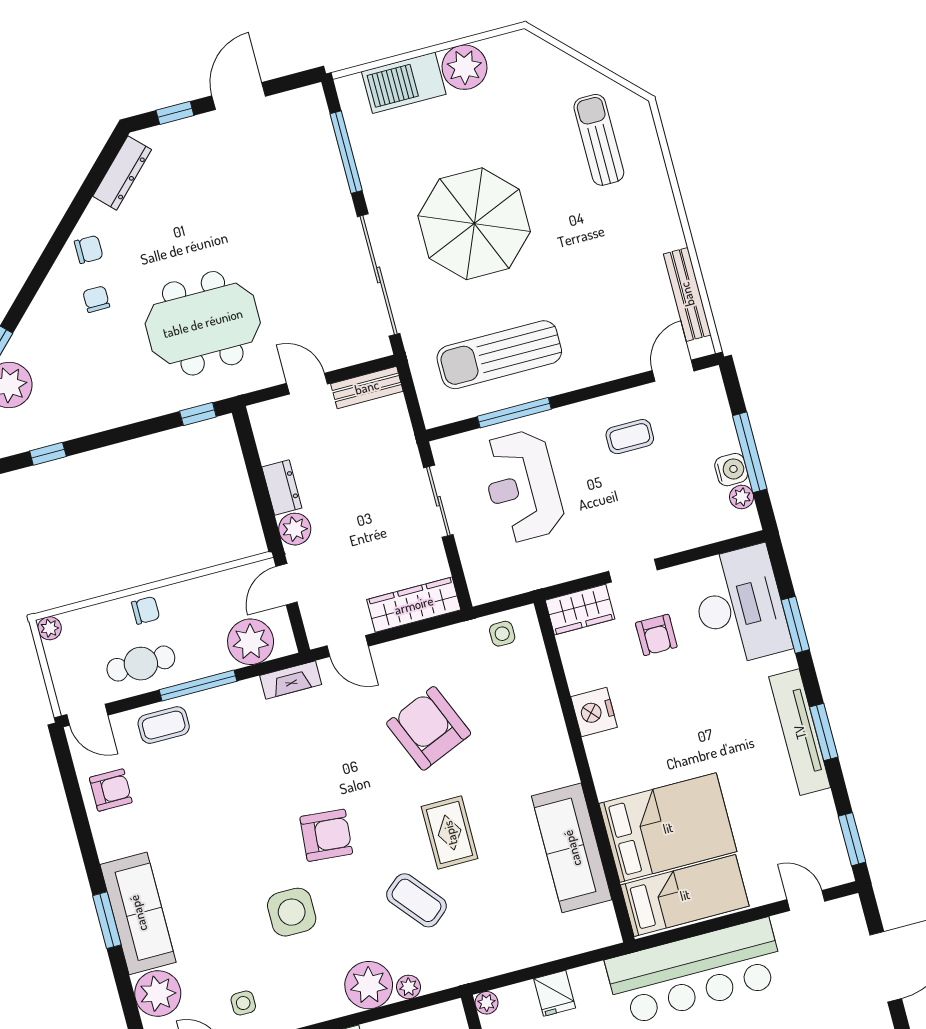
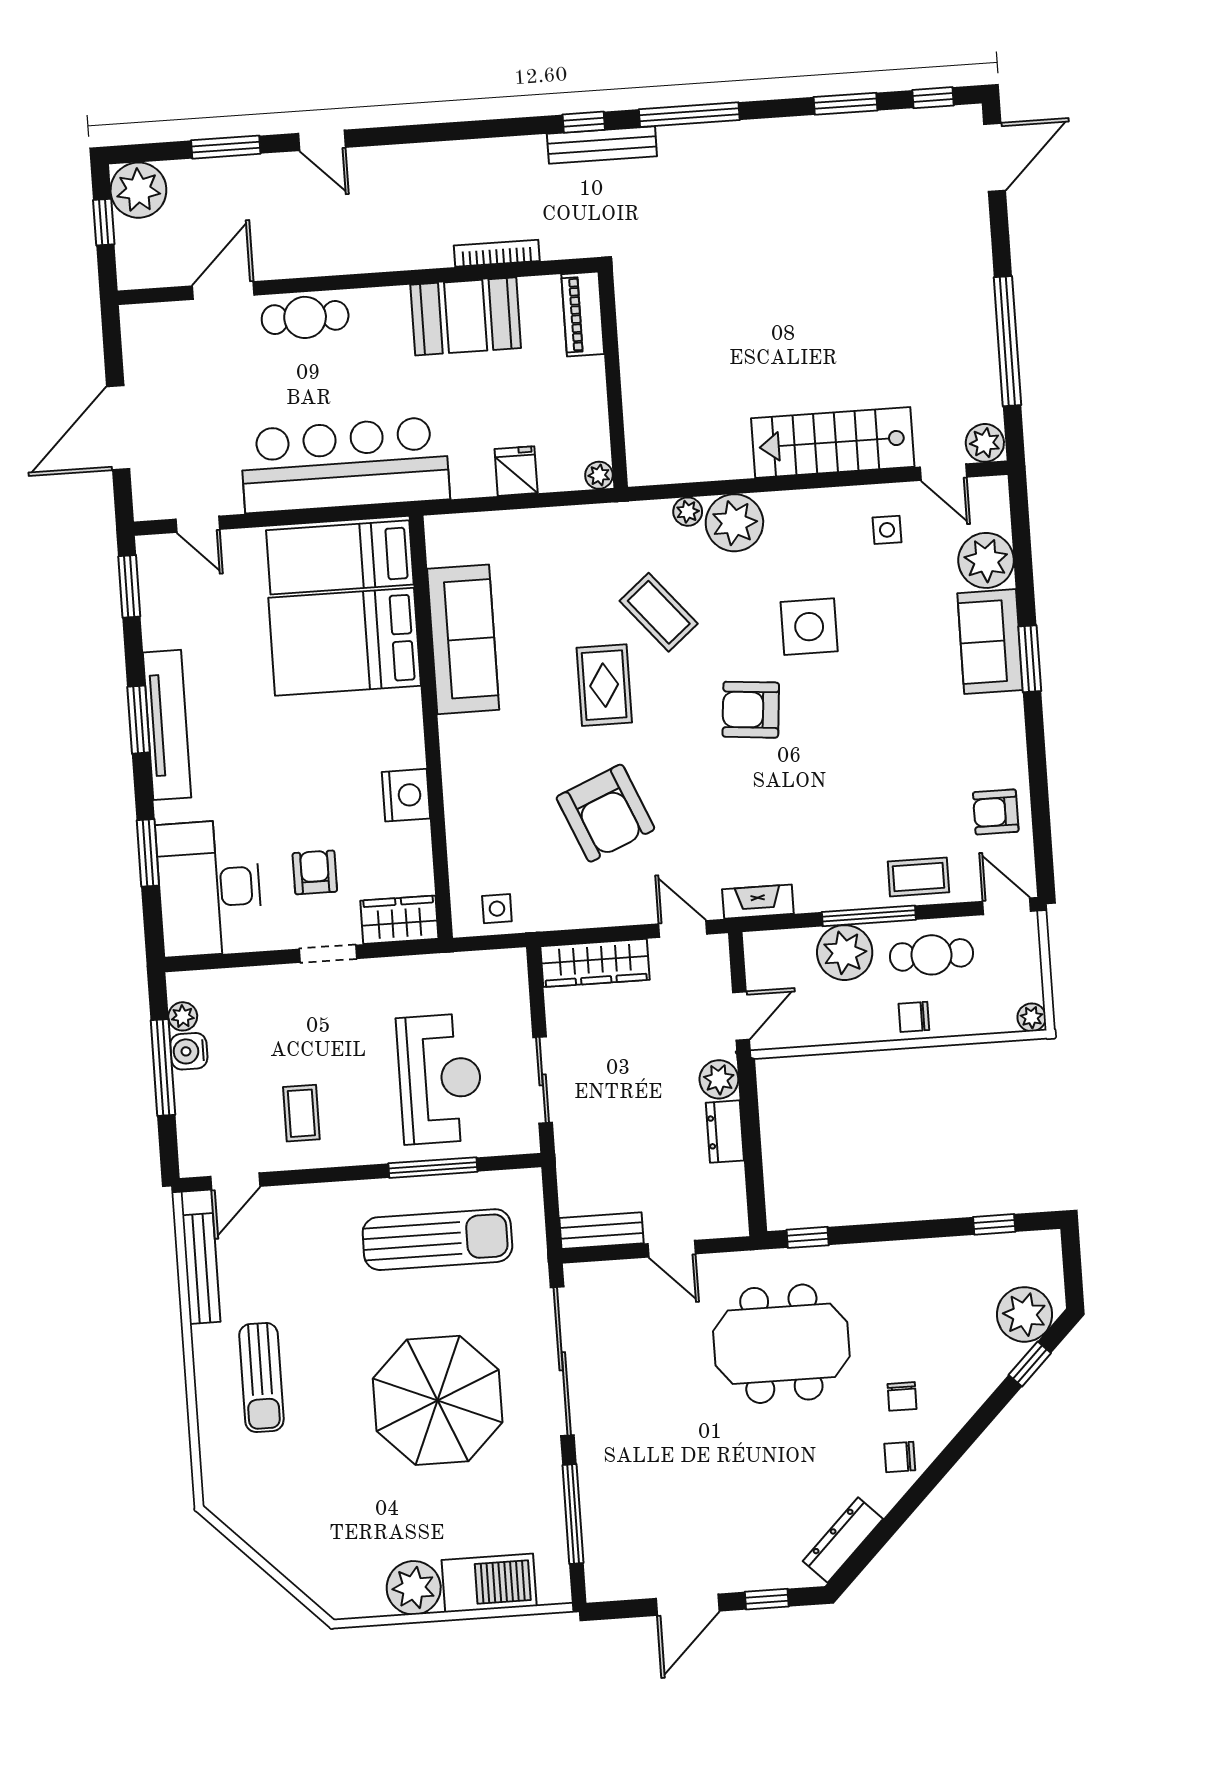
sun lounger: (599, 140) -> (261, 1378), moved
coffee table: (630, 437) -> (301, 1113), turned 90
plant: (251, 642) -> (845, 953), moved
sofa: (138, 913) -> (990, 642), width x0.73

